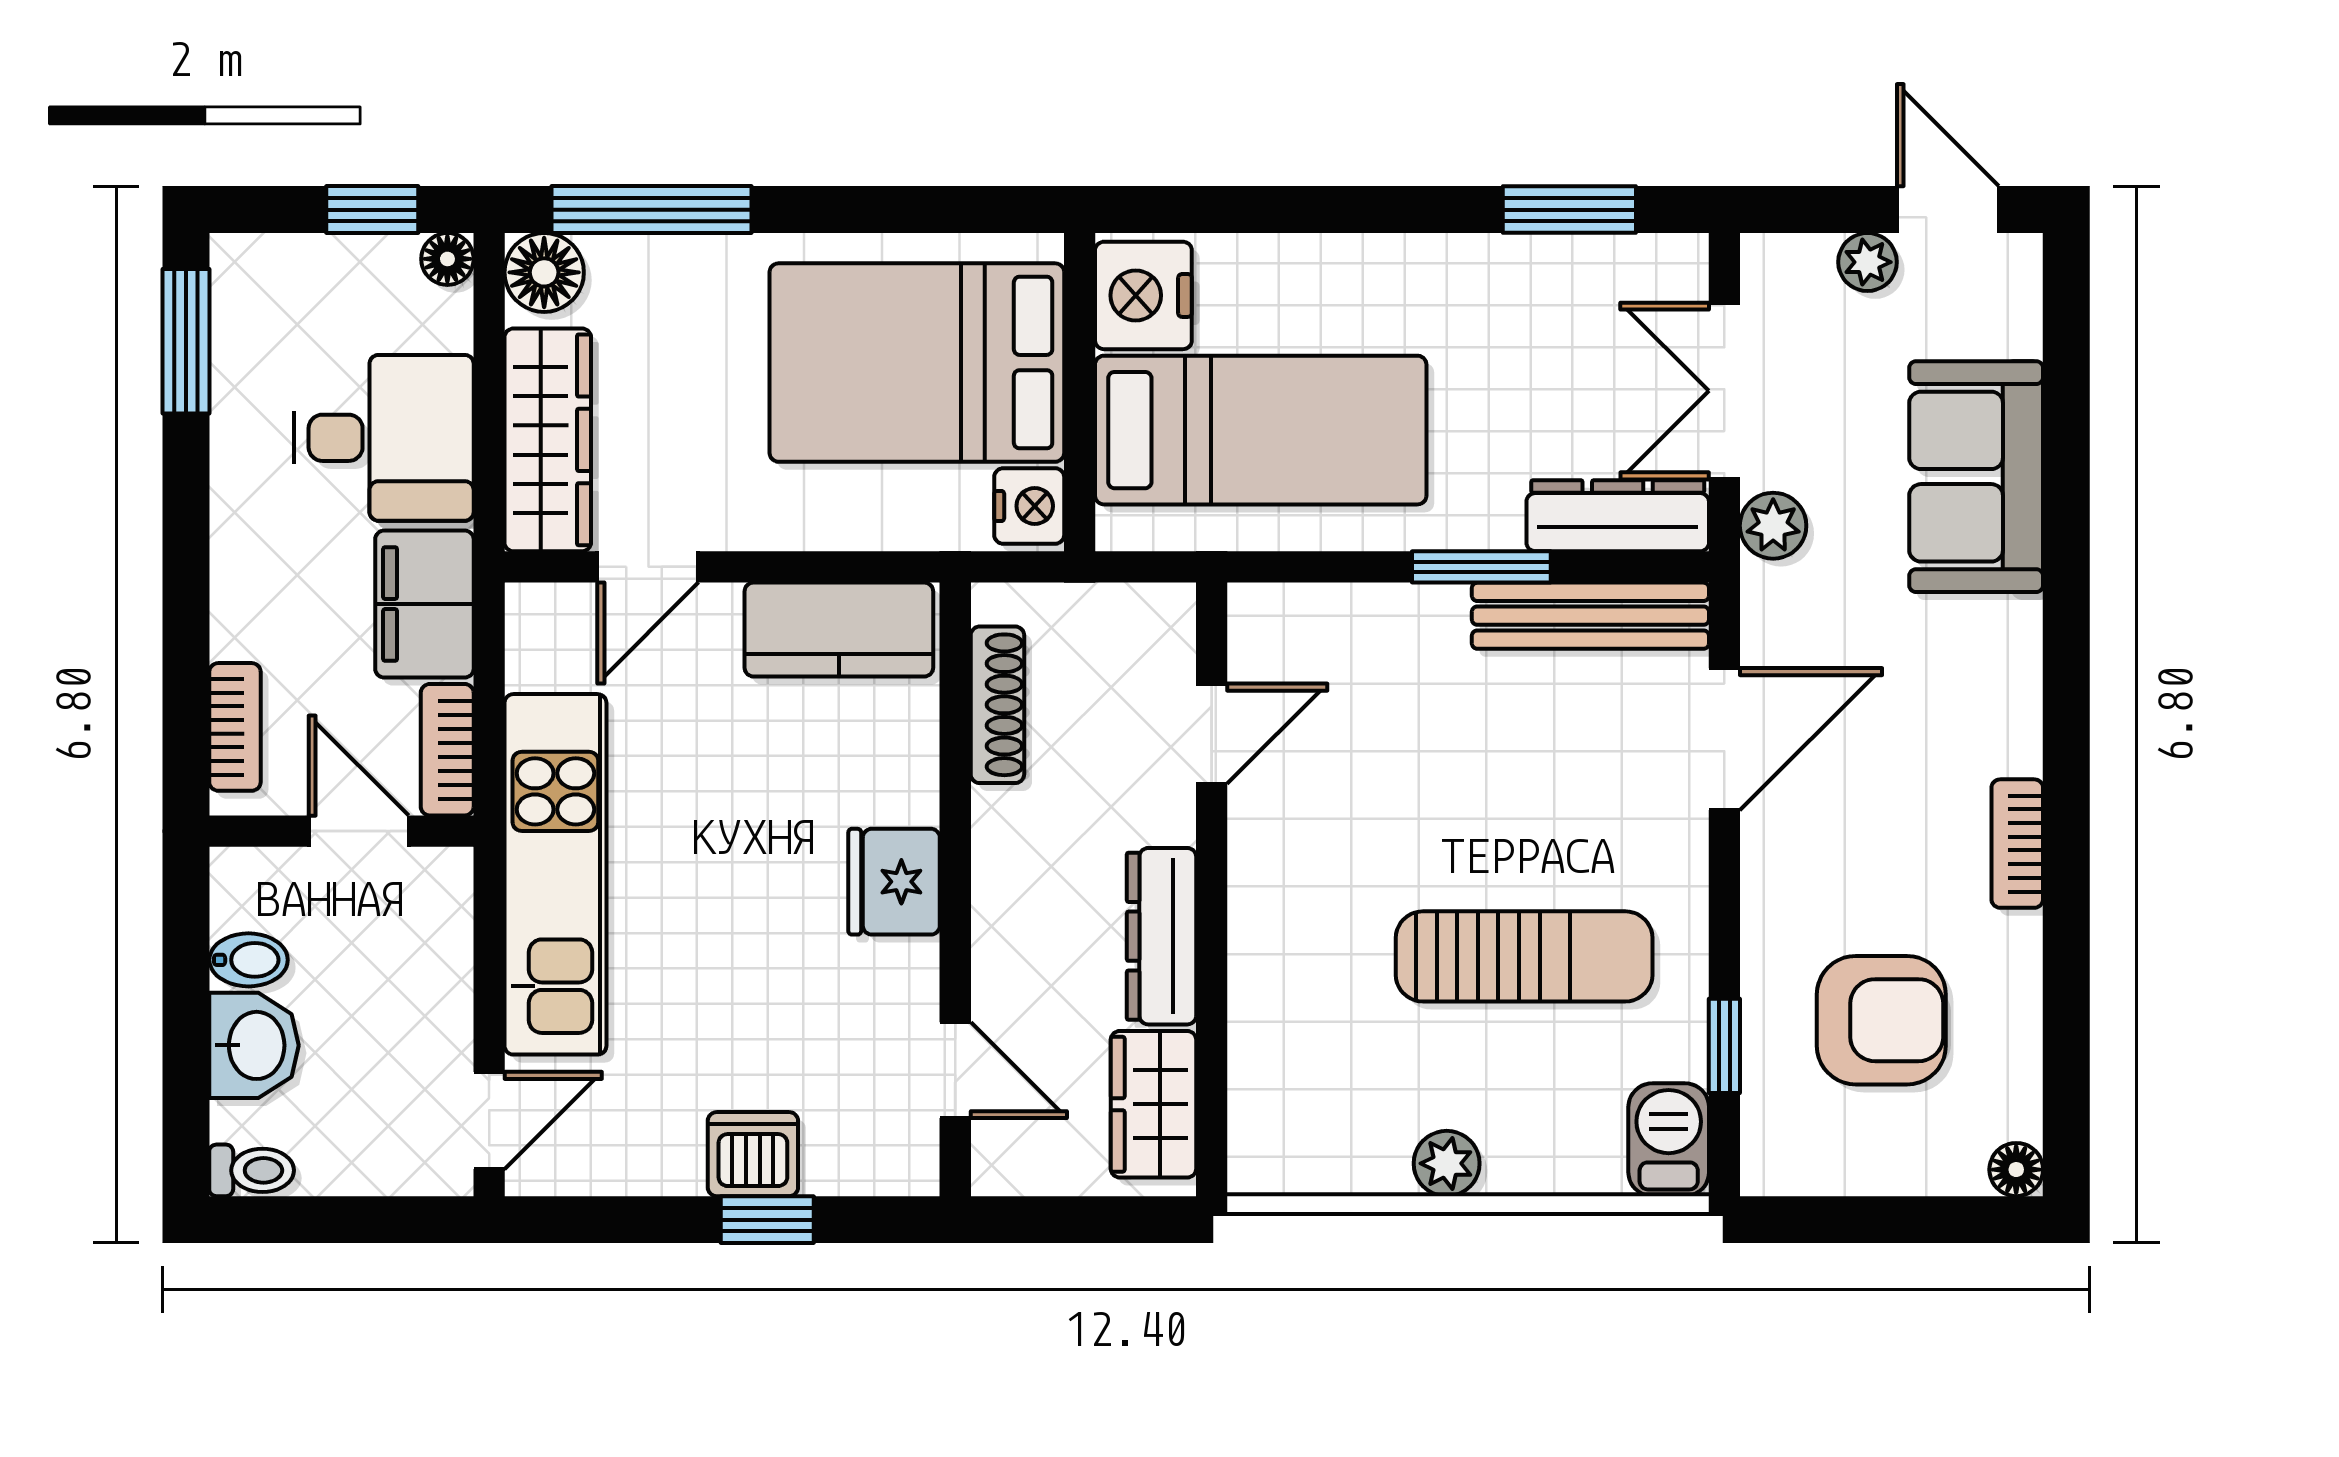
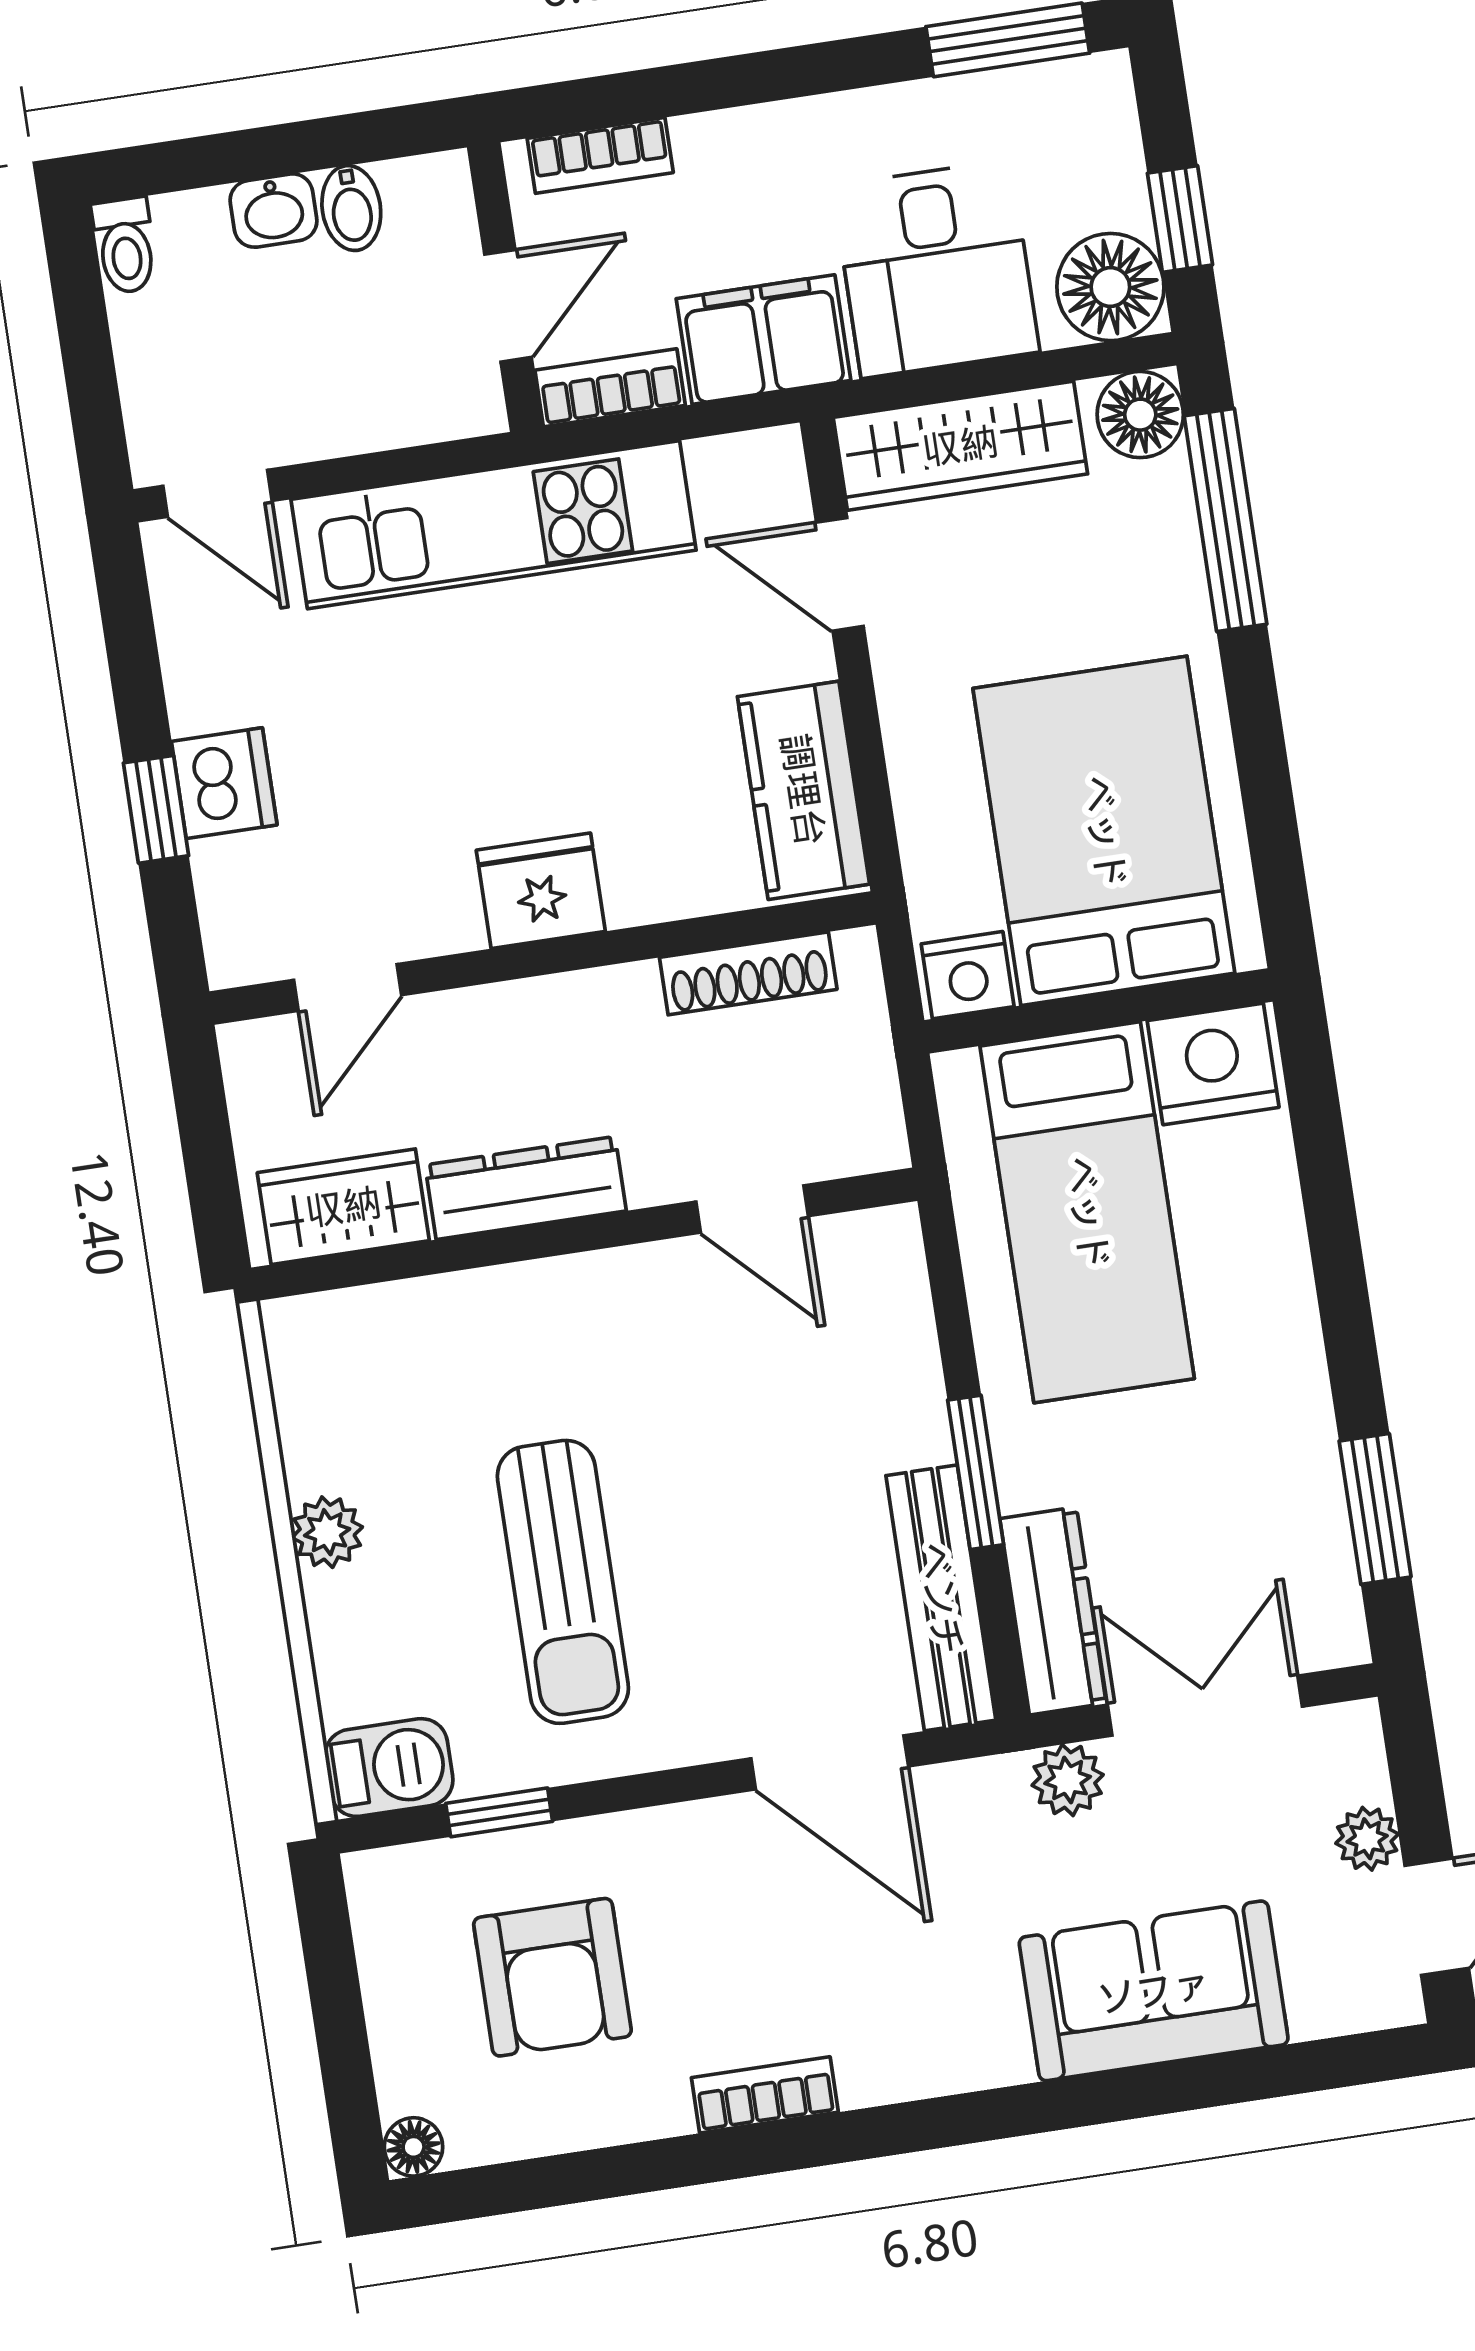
floor lamp: (447, 259) -> (1110, 287), width x1.89, depth x1.89
washbasin: (254, 1045) -> (274, 211), width x0.72, depth x0.69

